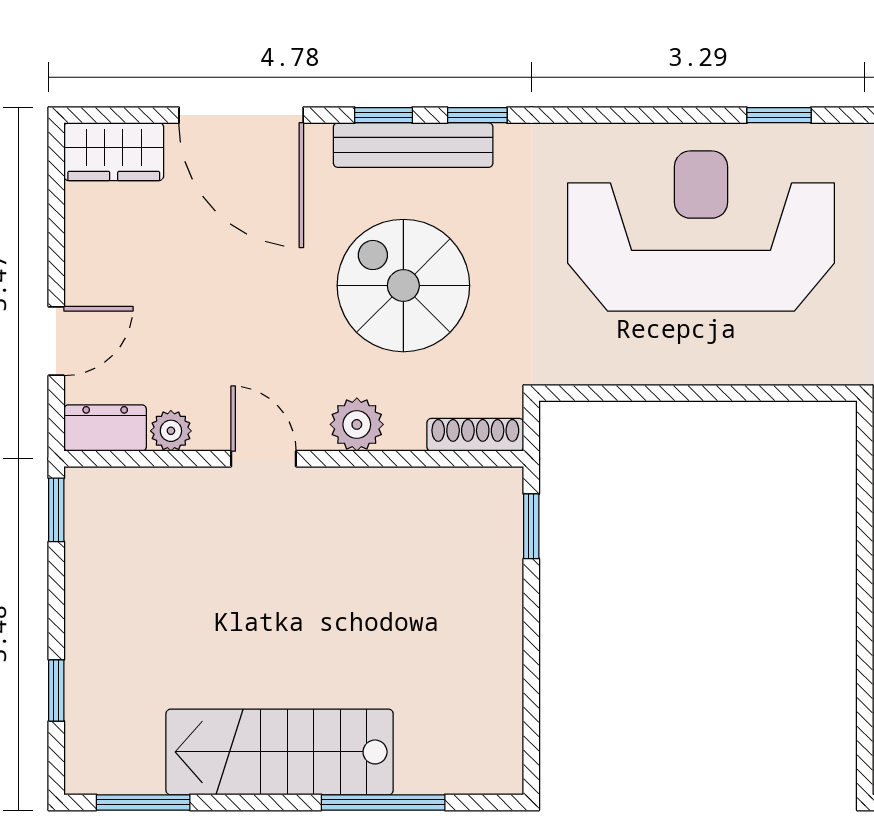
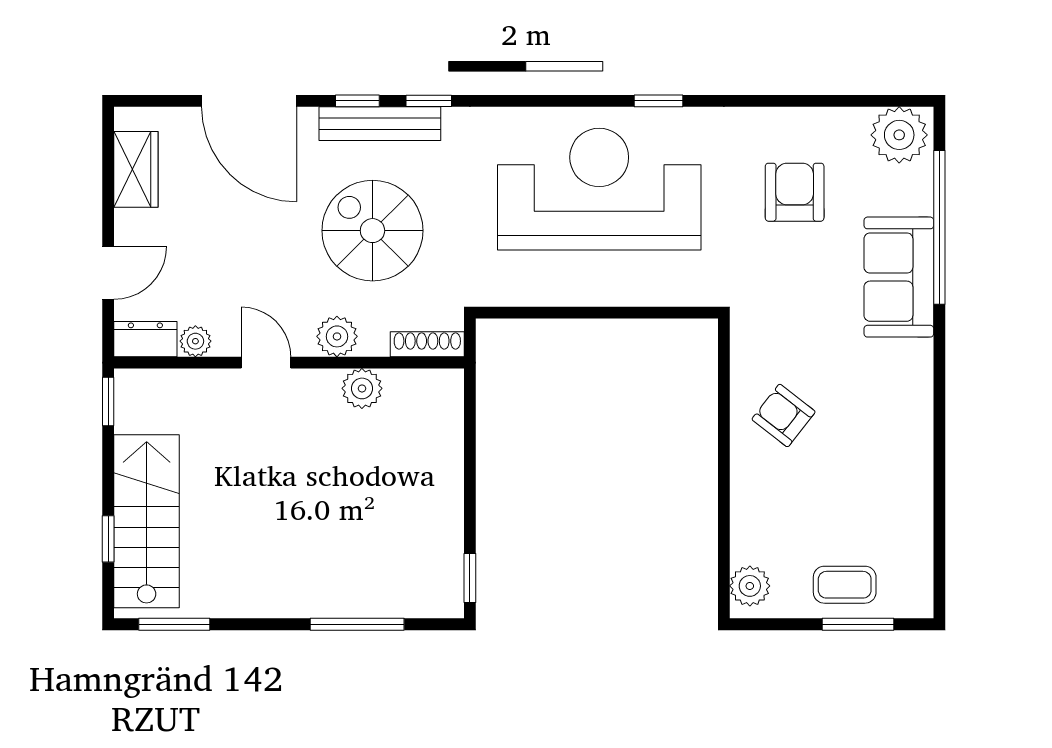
wardrobe: (114, 152) -> (136, 169), moved, turned -90
plant: (390, 493) -> (362, 388), added
window: (531, 526) -> (470, 578), moved
stairs: (280, 752) -> (147, 521), moved, turned 90

